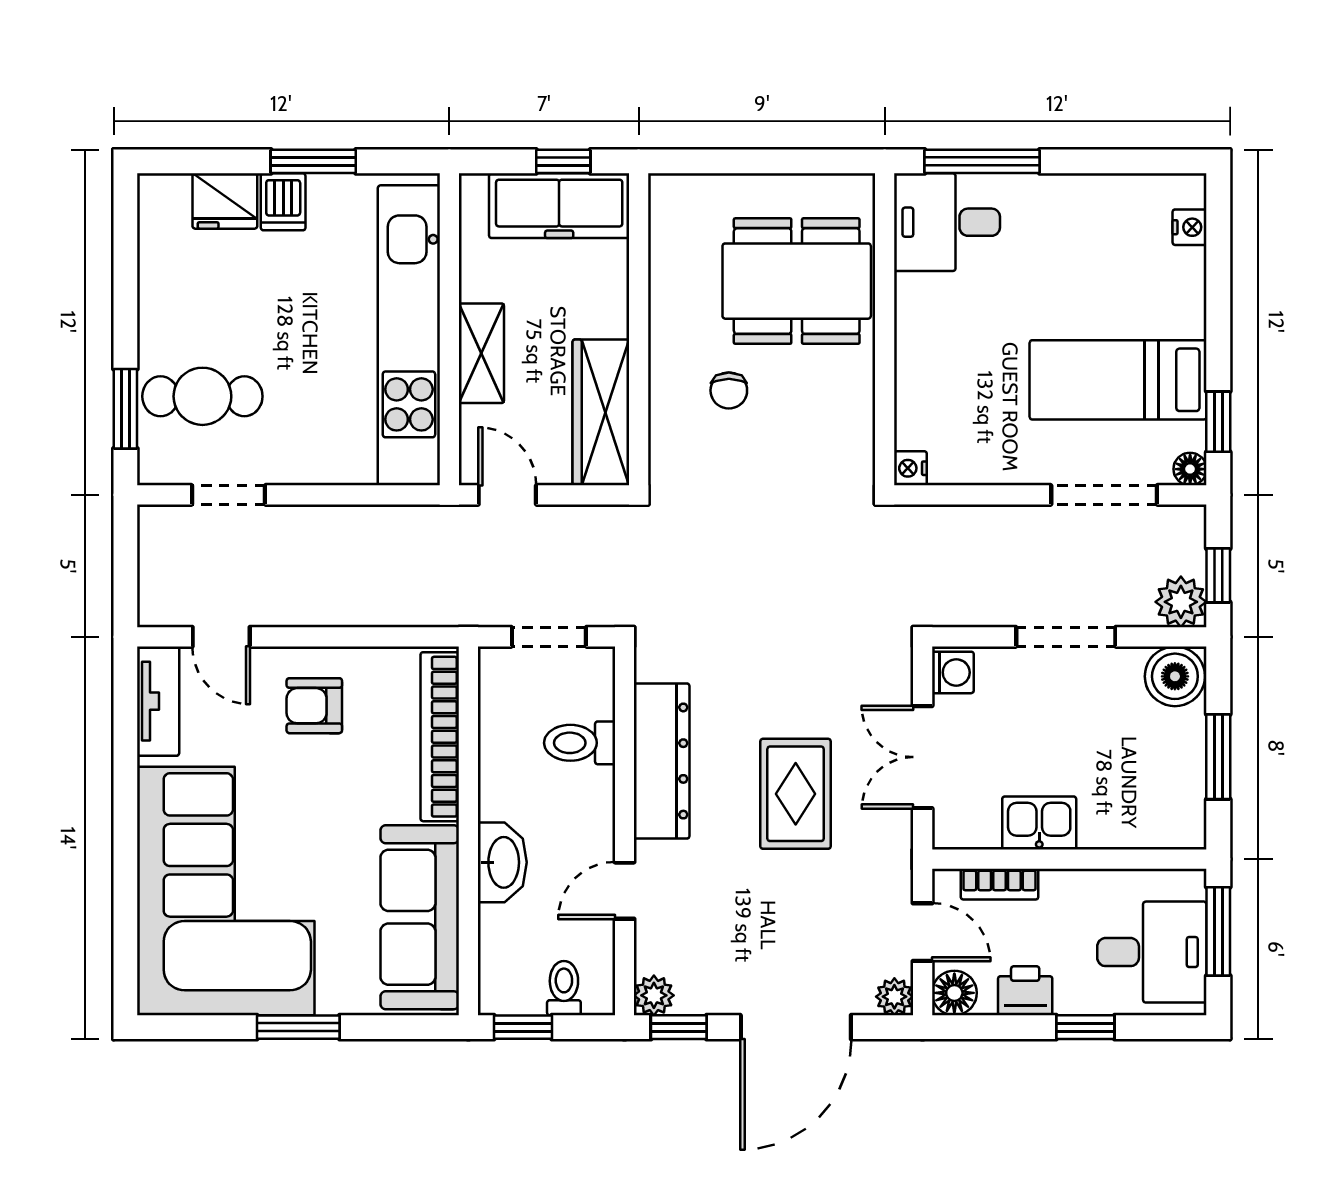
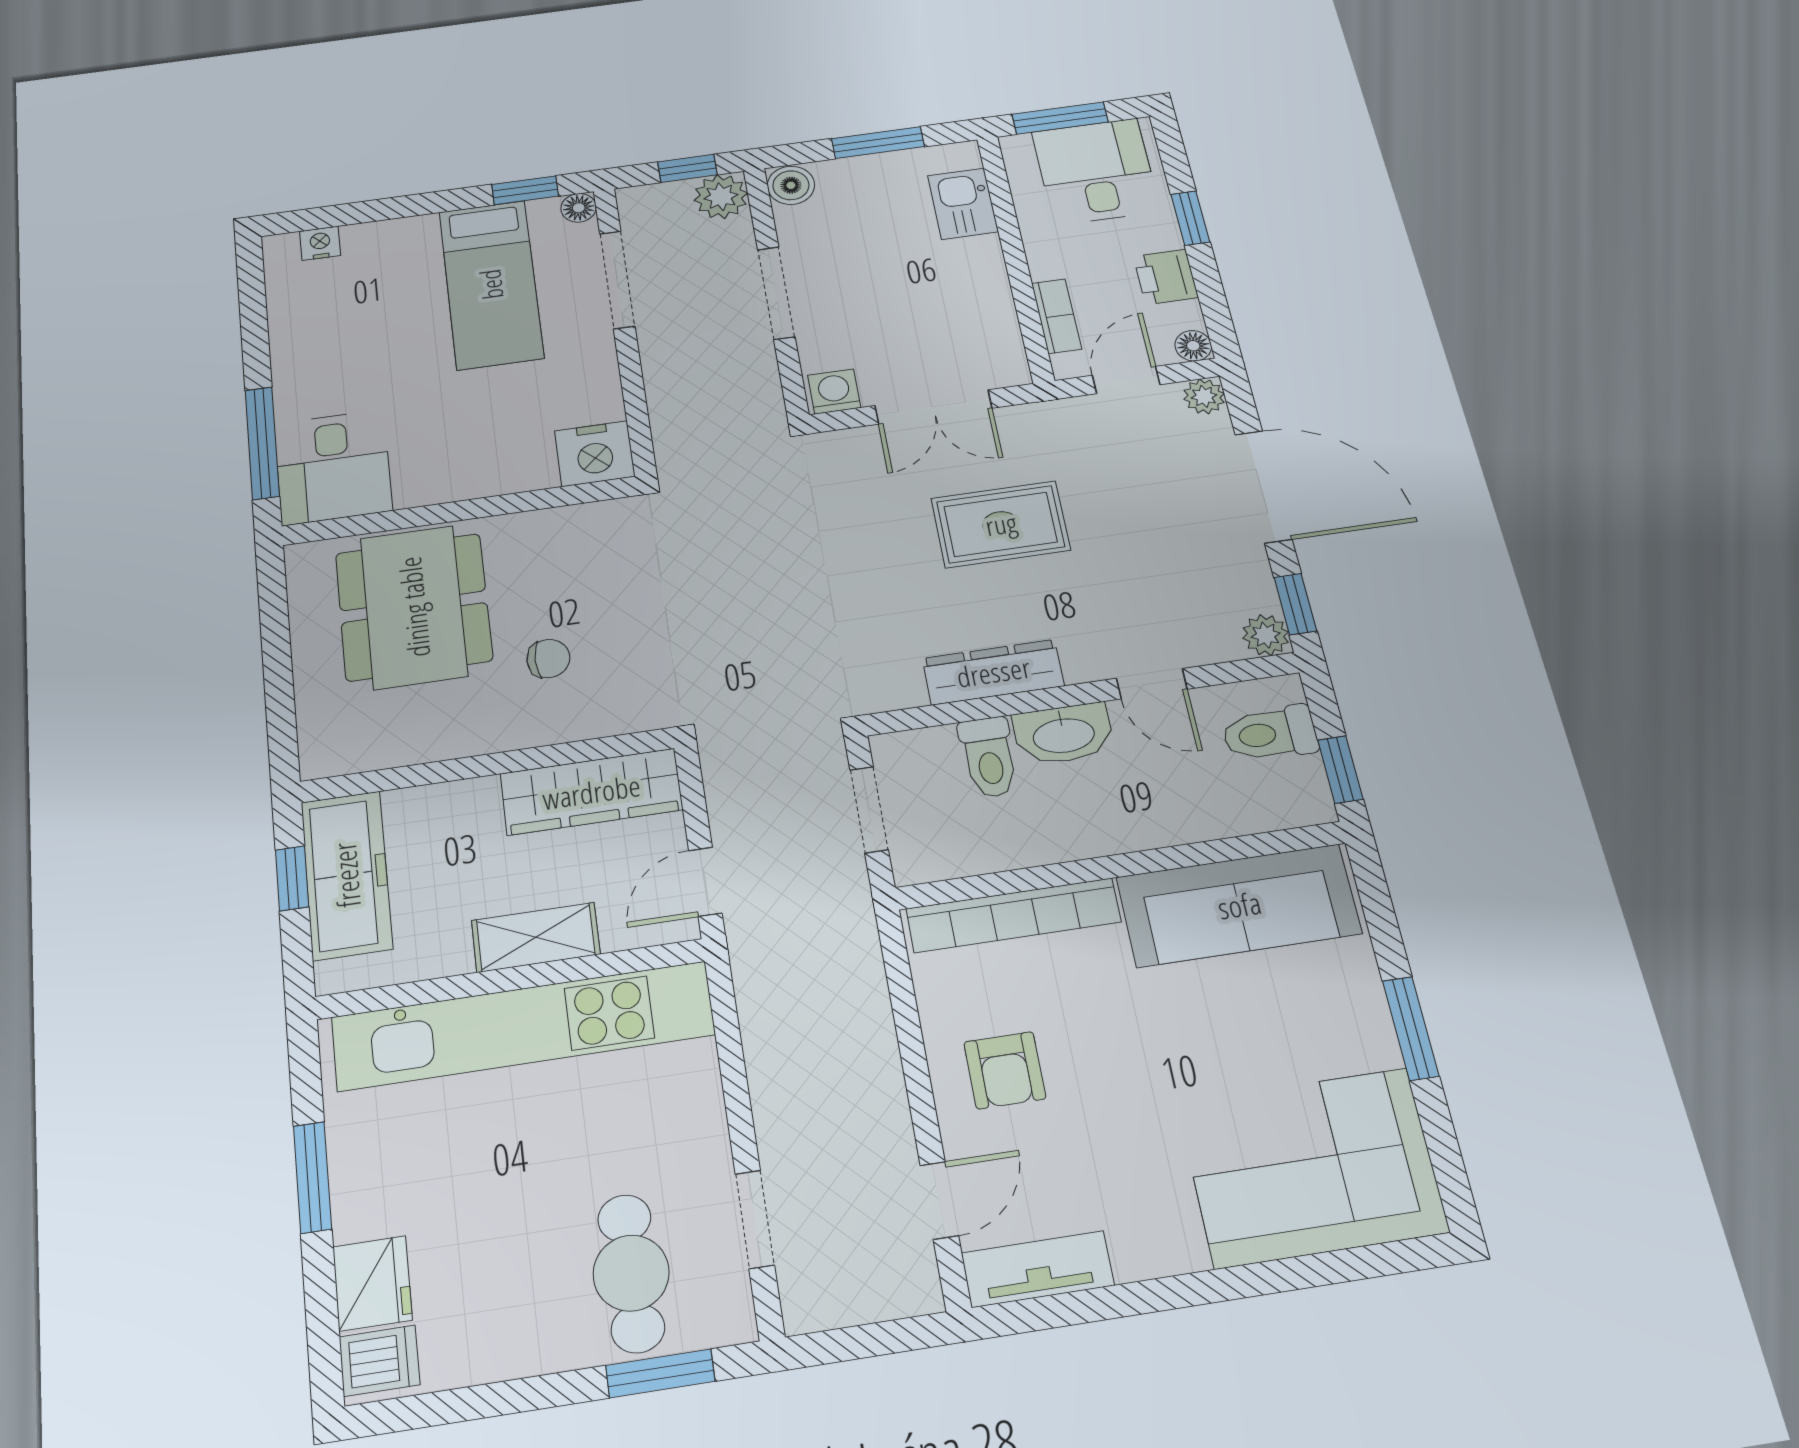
dishwasher: (283, 202) -> (379, 1361), moved
nightstand: (910, 468) -> (595, 454), width x1.89, depth x1.79
boiler: (1175, 676) -> (791, 185), width x0.73, depth x0.73
dresser: (662, 761) -> (993, 672), width x0.73, depth x0.80
kitchen sink: (1039, 823) -> (963, 204), moved
washbasin: (502, 862) -> (1063, 734), moved, turned 180
corner sofa: (226, 891) -> (1312, 1167), width x0.73, depth x0.74
toilet: (564, 988) -> (1270, 734), width x1.37, depth x1.39
floor lamp: (954, 993) -> (1193, 346), width x0.73, depth x0.73

